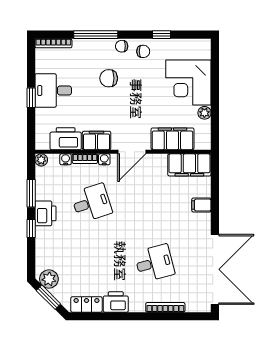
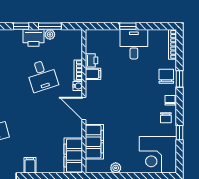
window: (96, 35) -> (180, 79), width x0.46
chair: (109, 78) -> (166, 76), moved
corner desk: (188, 83) -> (158, 155), moved, turned -90
printer: (66, 139) -> (92, 60), width x0.53, depth x0.68
filing cabinet: (97, 141) -> (93, 74), width x0.50
water cooler: (66, 159) -> (78, 54), removed
plant: (41, 160) -> (50, 34), moved
filing cabinet: (201, 205) -> (30, 165), moved

